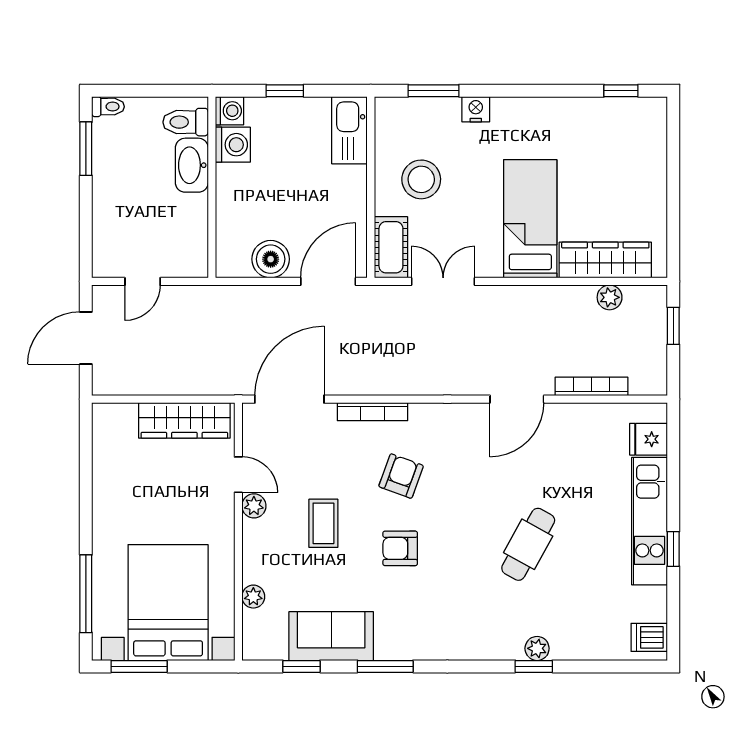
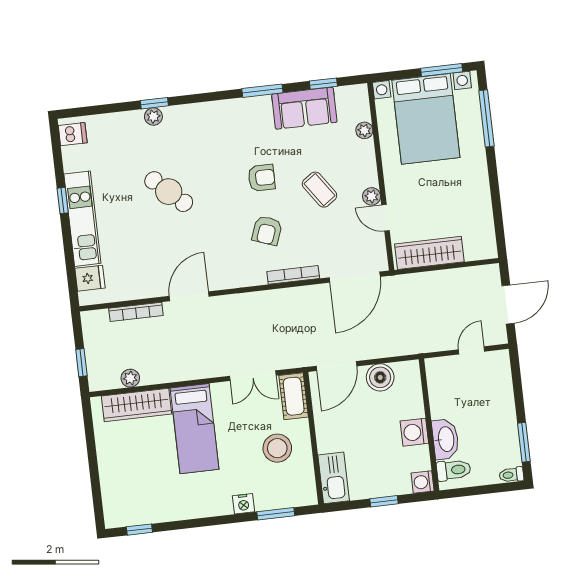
washing machine: (233, 145) -> (414, 432), moved
coffee table: (323, 523) -> (319, 190), turned -35
cafe table: (528, 544) -> (169, 192), turned -76

